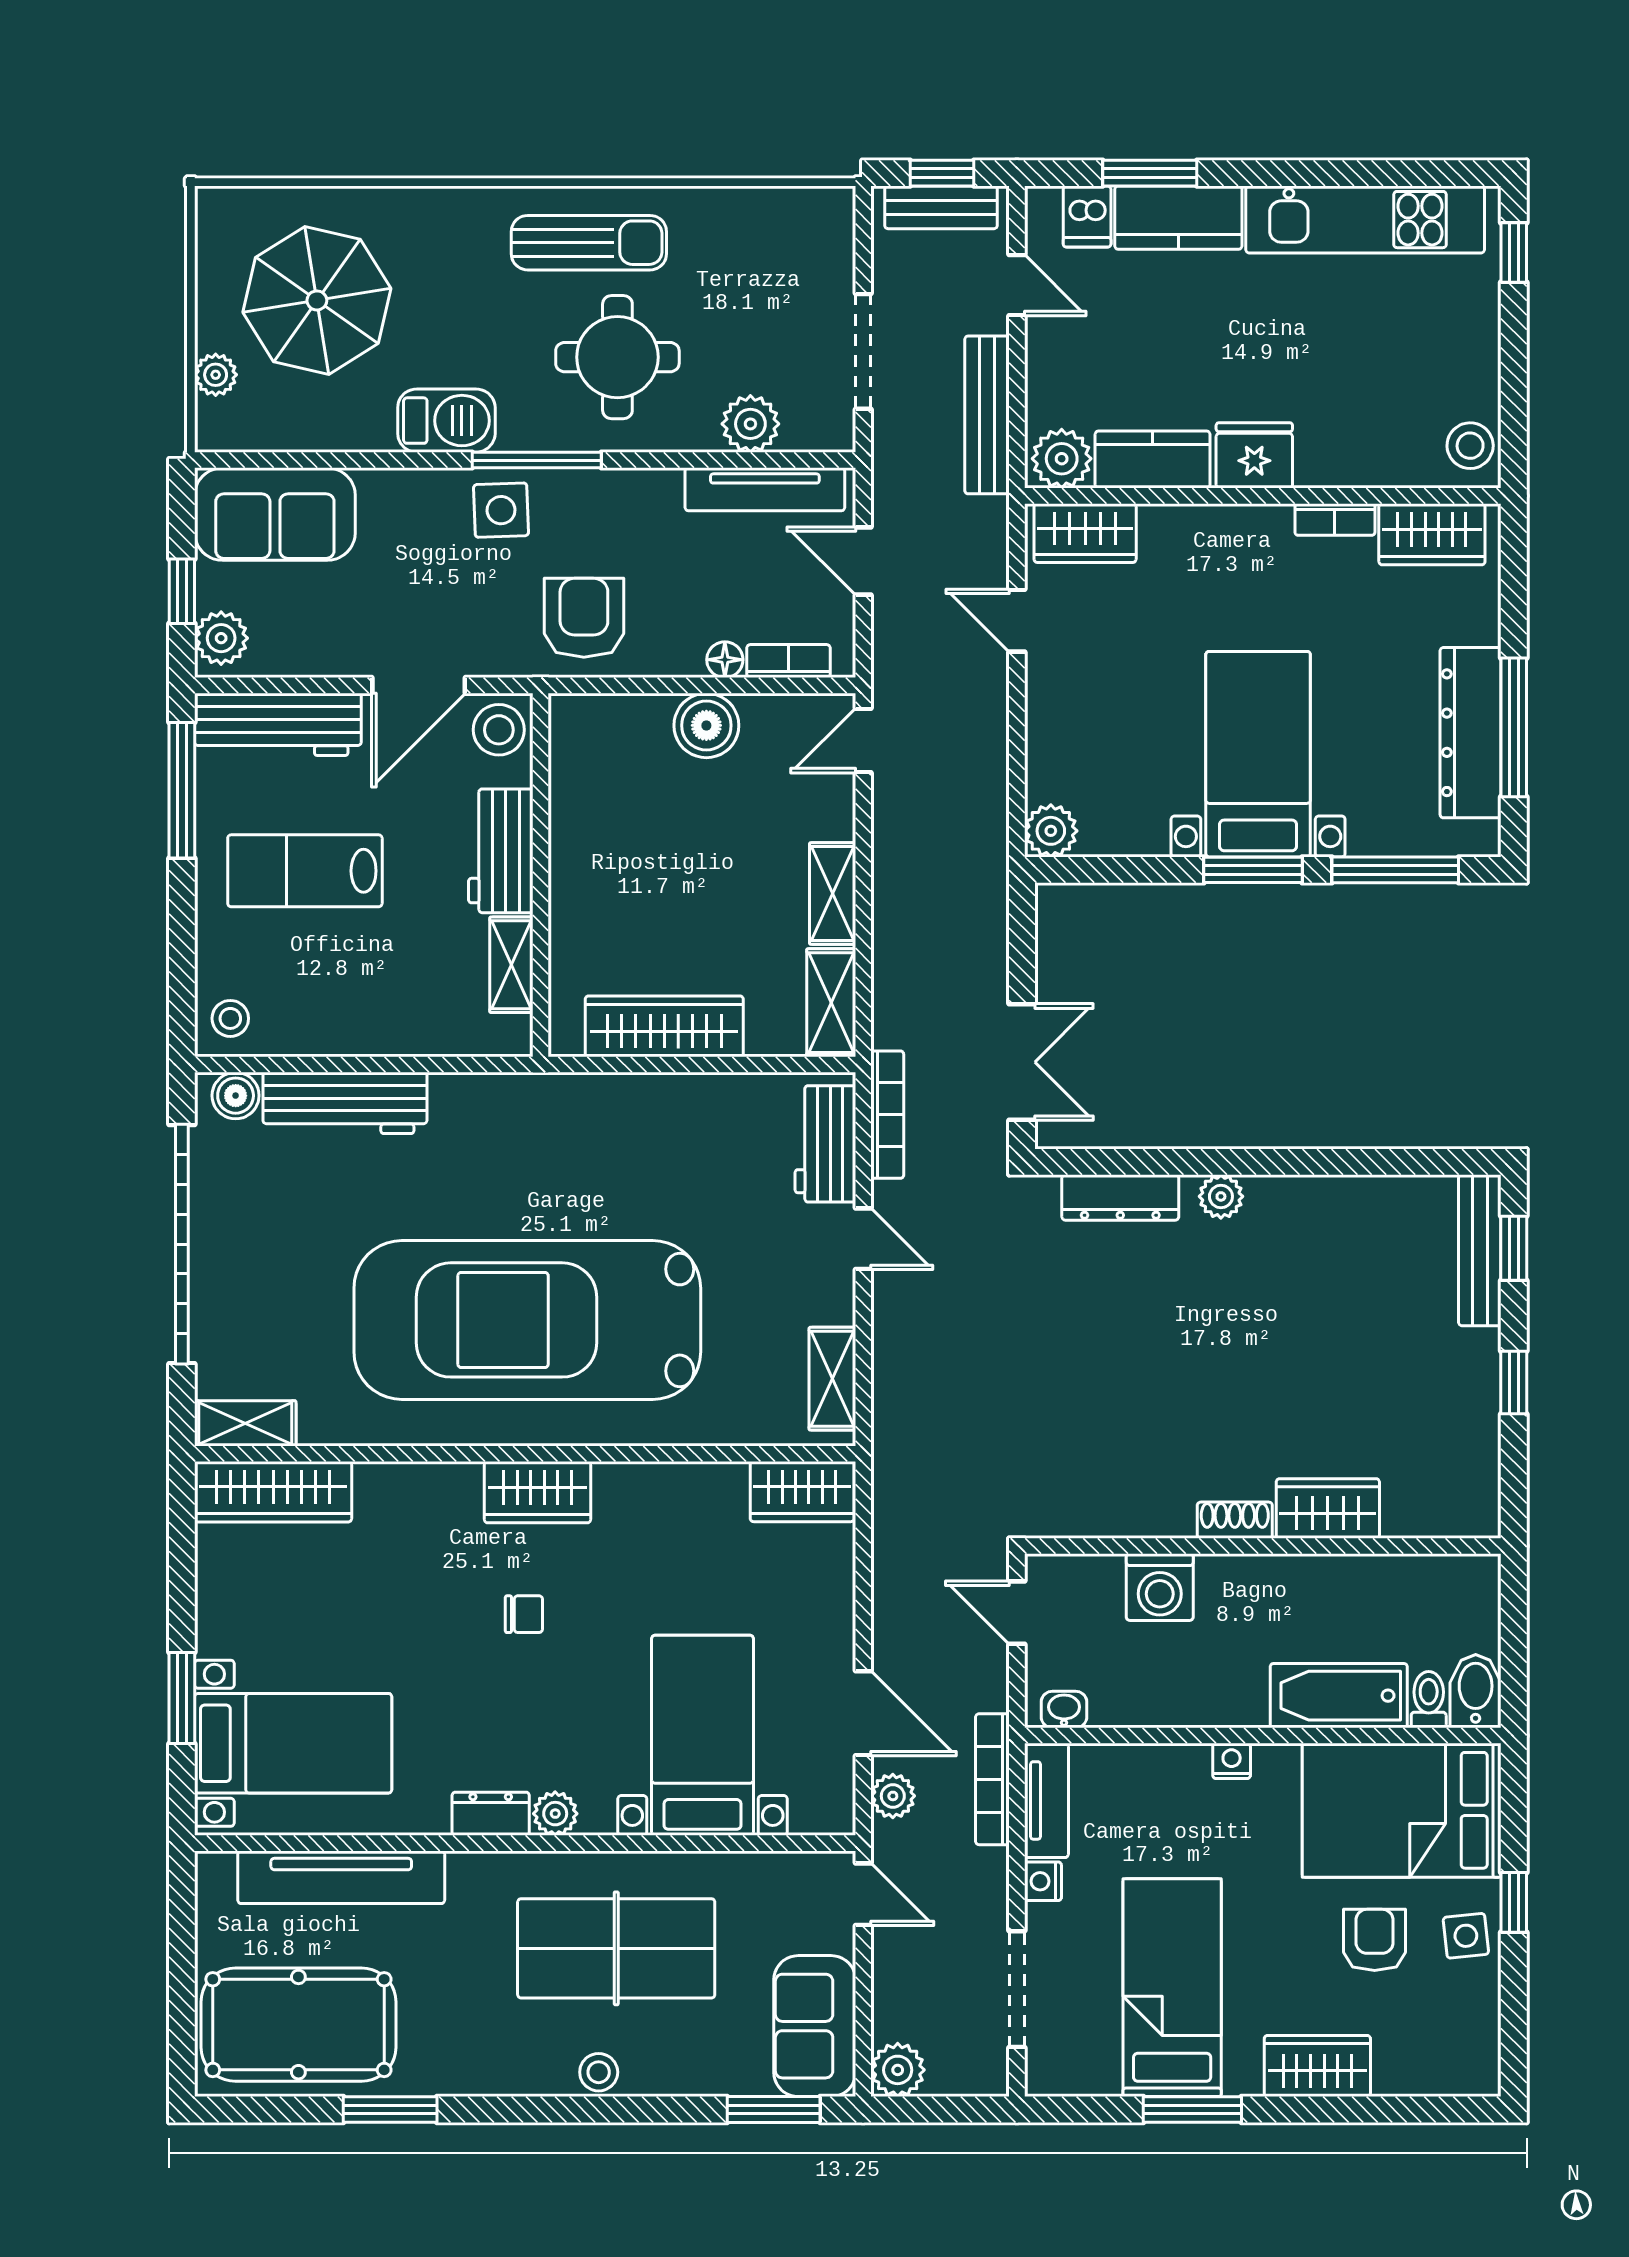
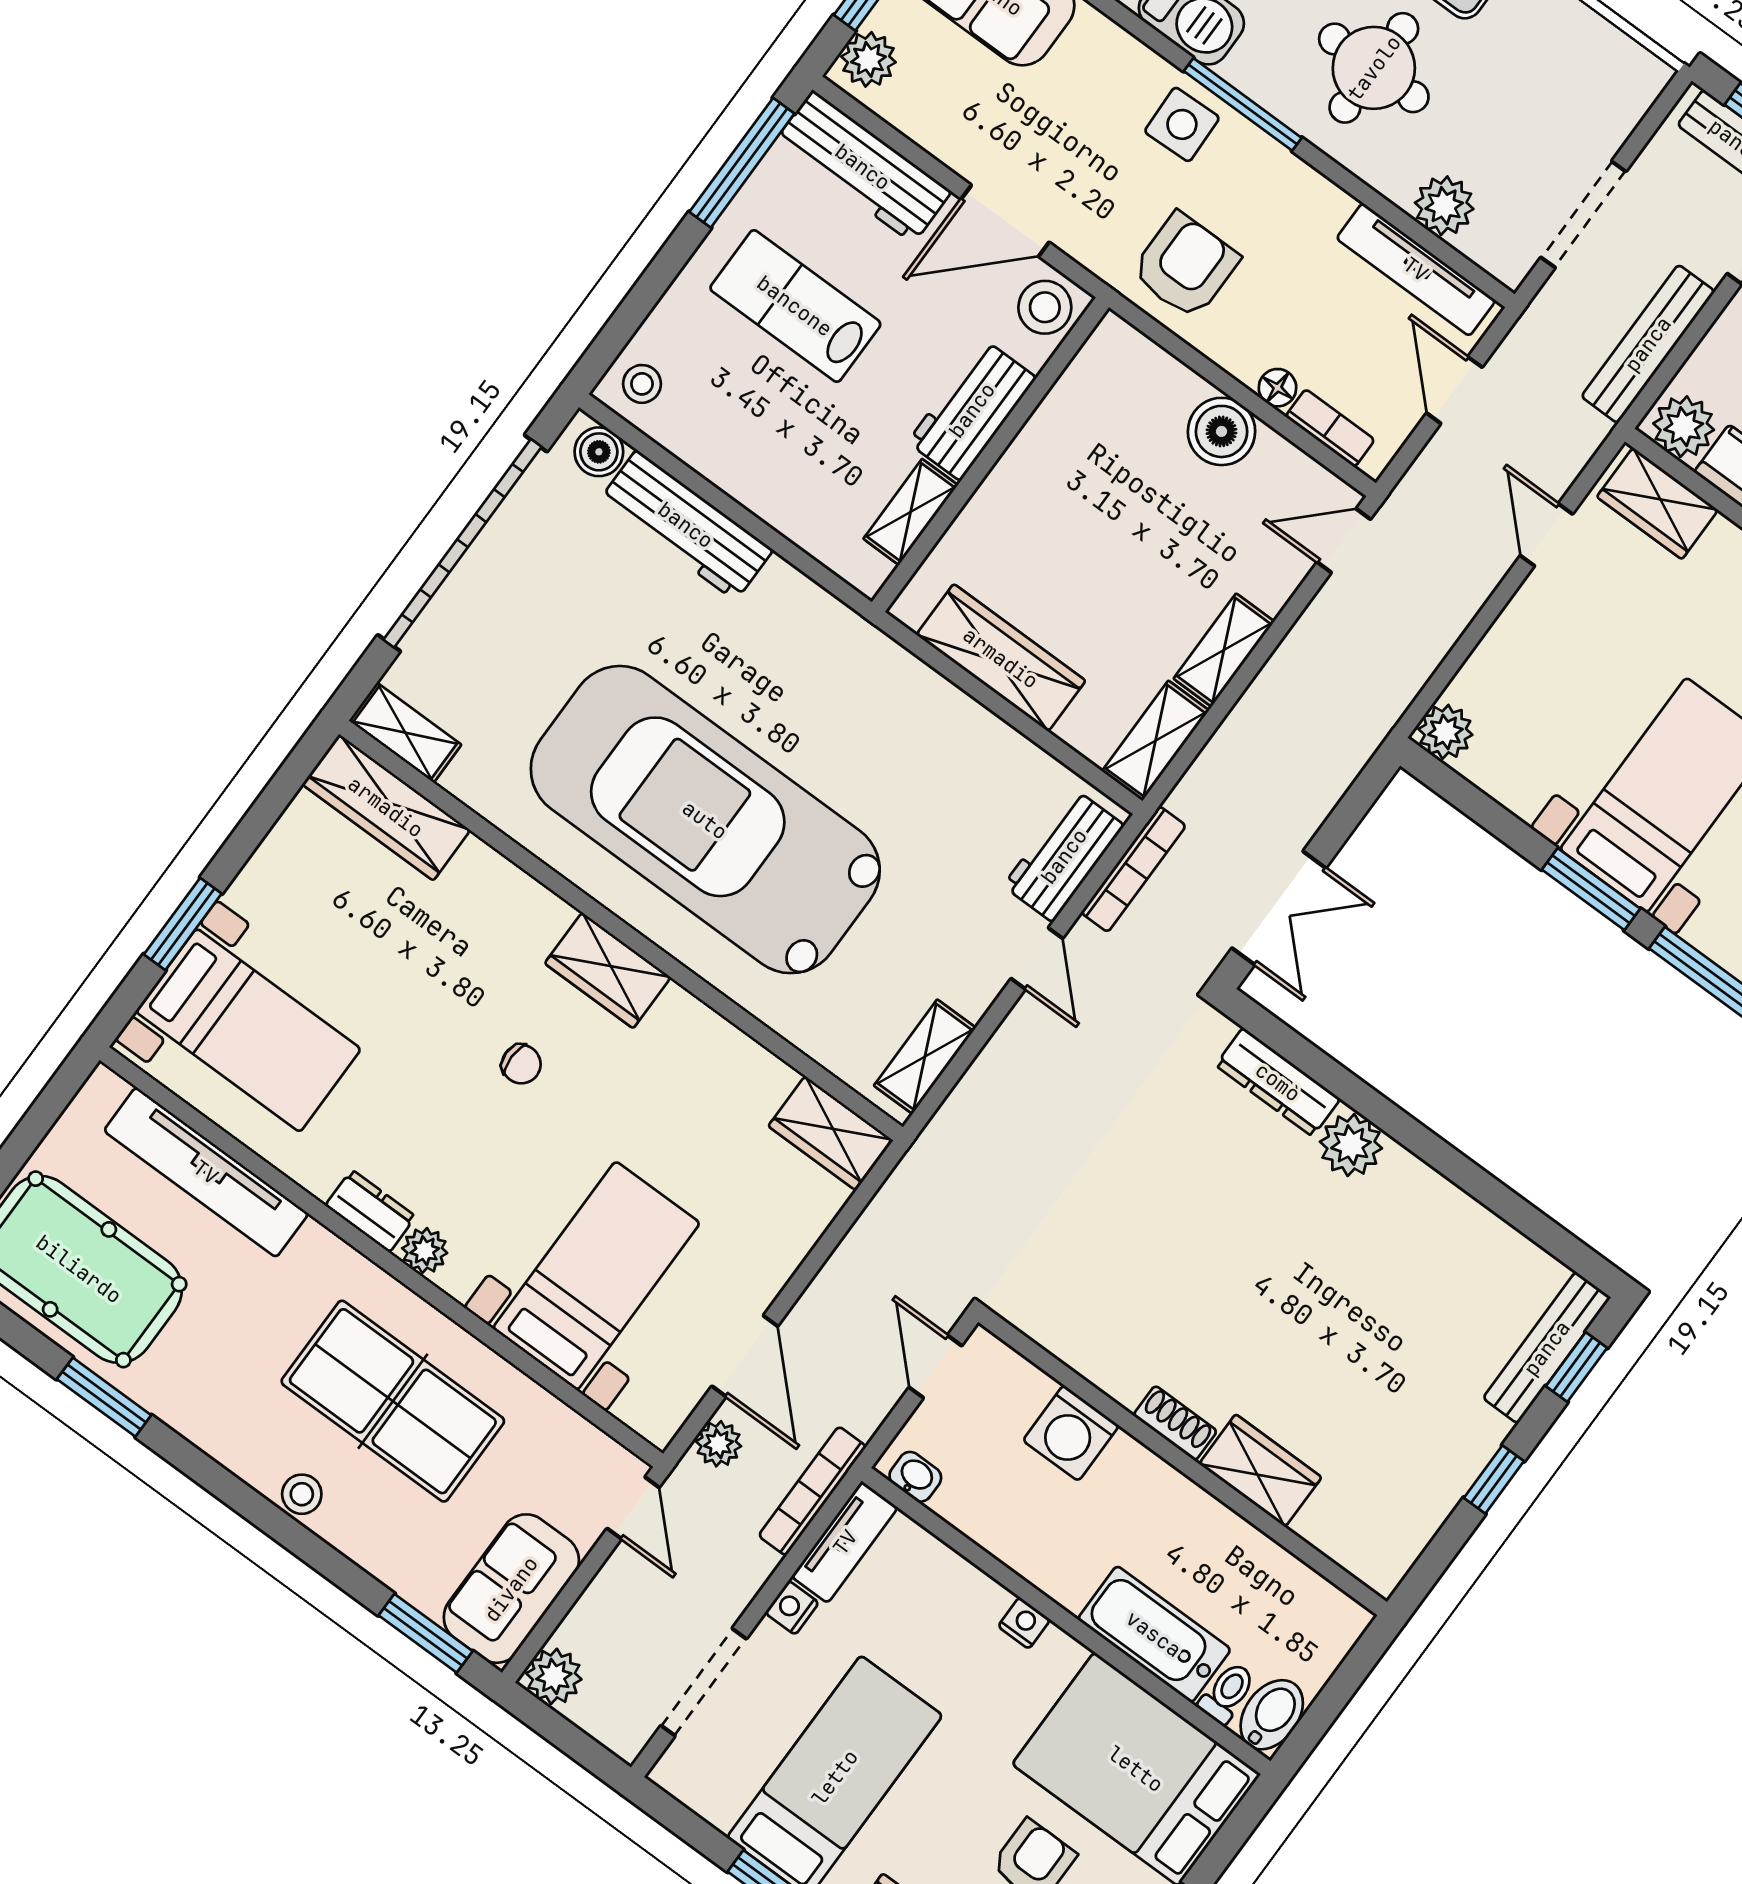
plant: (1221, 1196) -> (1351, 1145), width x1.38, depth x1.38

